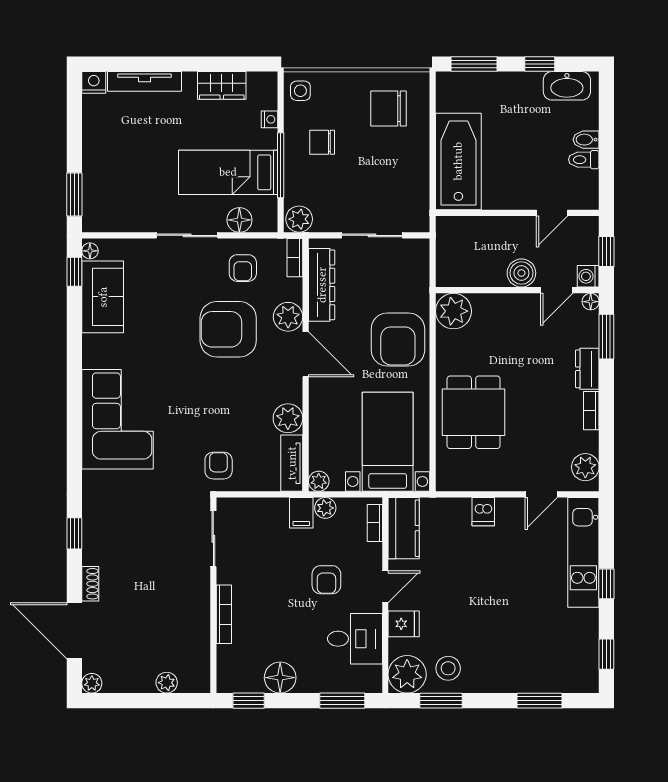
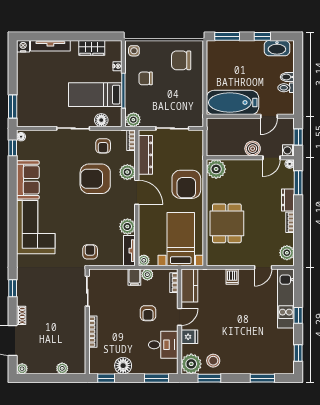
bathtub: (458, 161) -> (232, 102), moved, turned -90
sofa: (103, 297) -> (28, 180), moved

